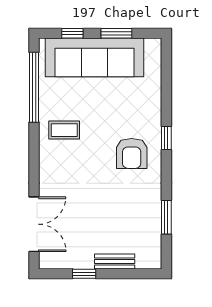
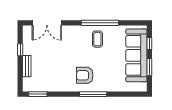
window: (34, 87) -> (100, 23), moved
window: (166, 138) -> (93, 94), width x2.17
window: (166, 217) -> (38, 94), moved

